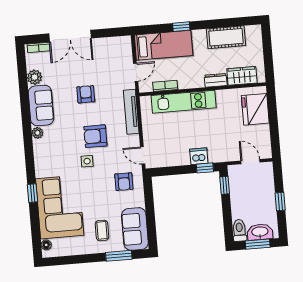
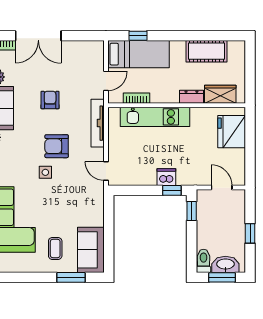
window: (181, 27) -> (138, 36), moved
armchair: (124, 182) -> (83, 198), removed

